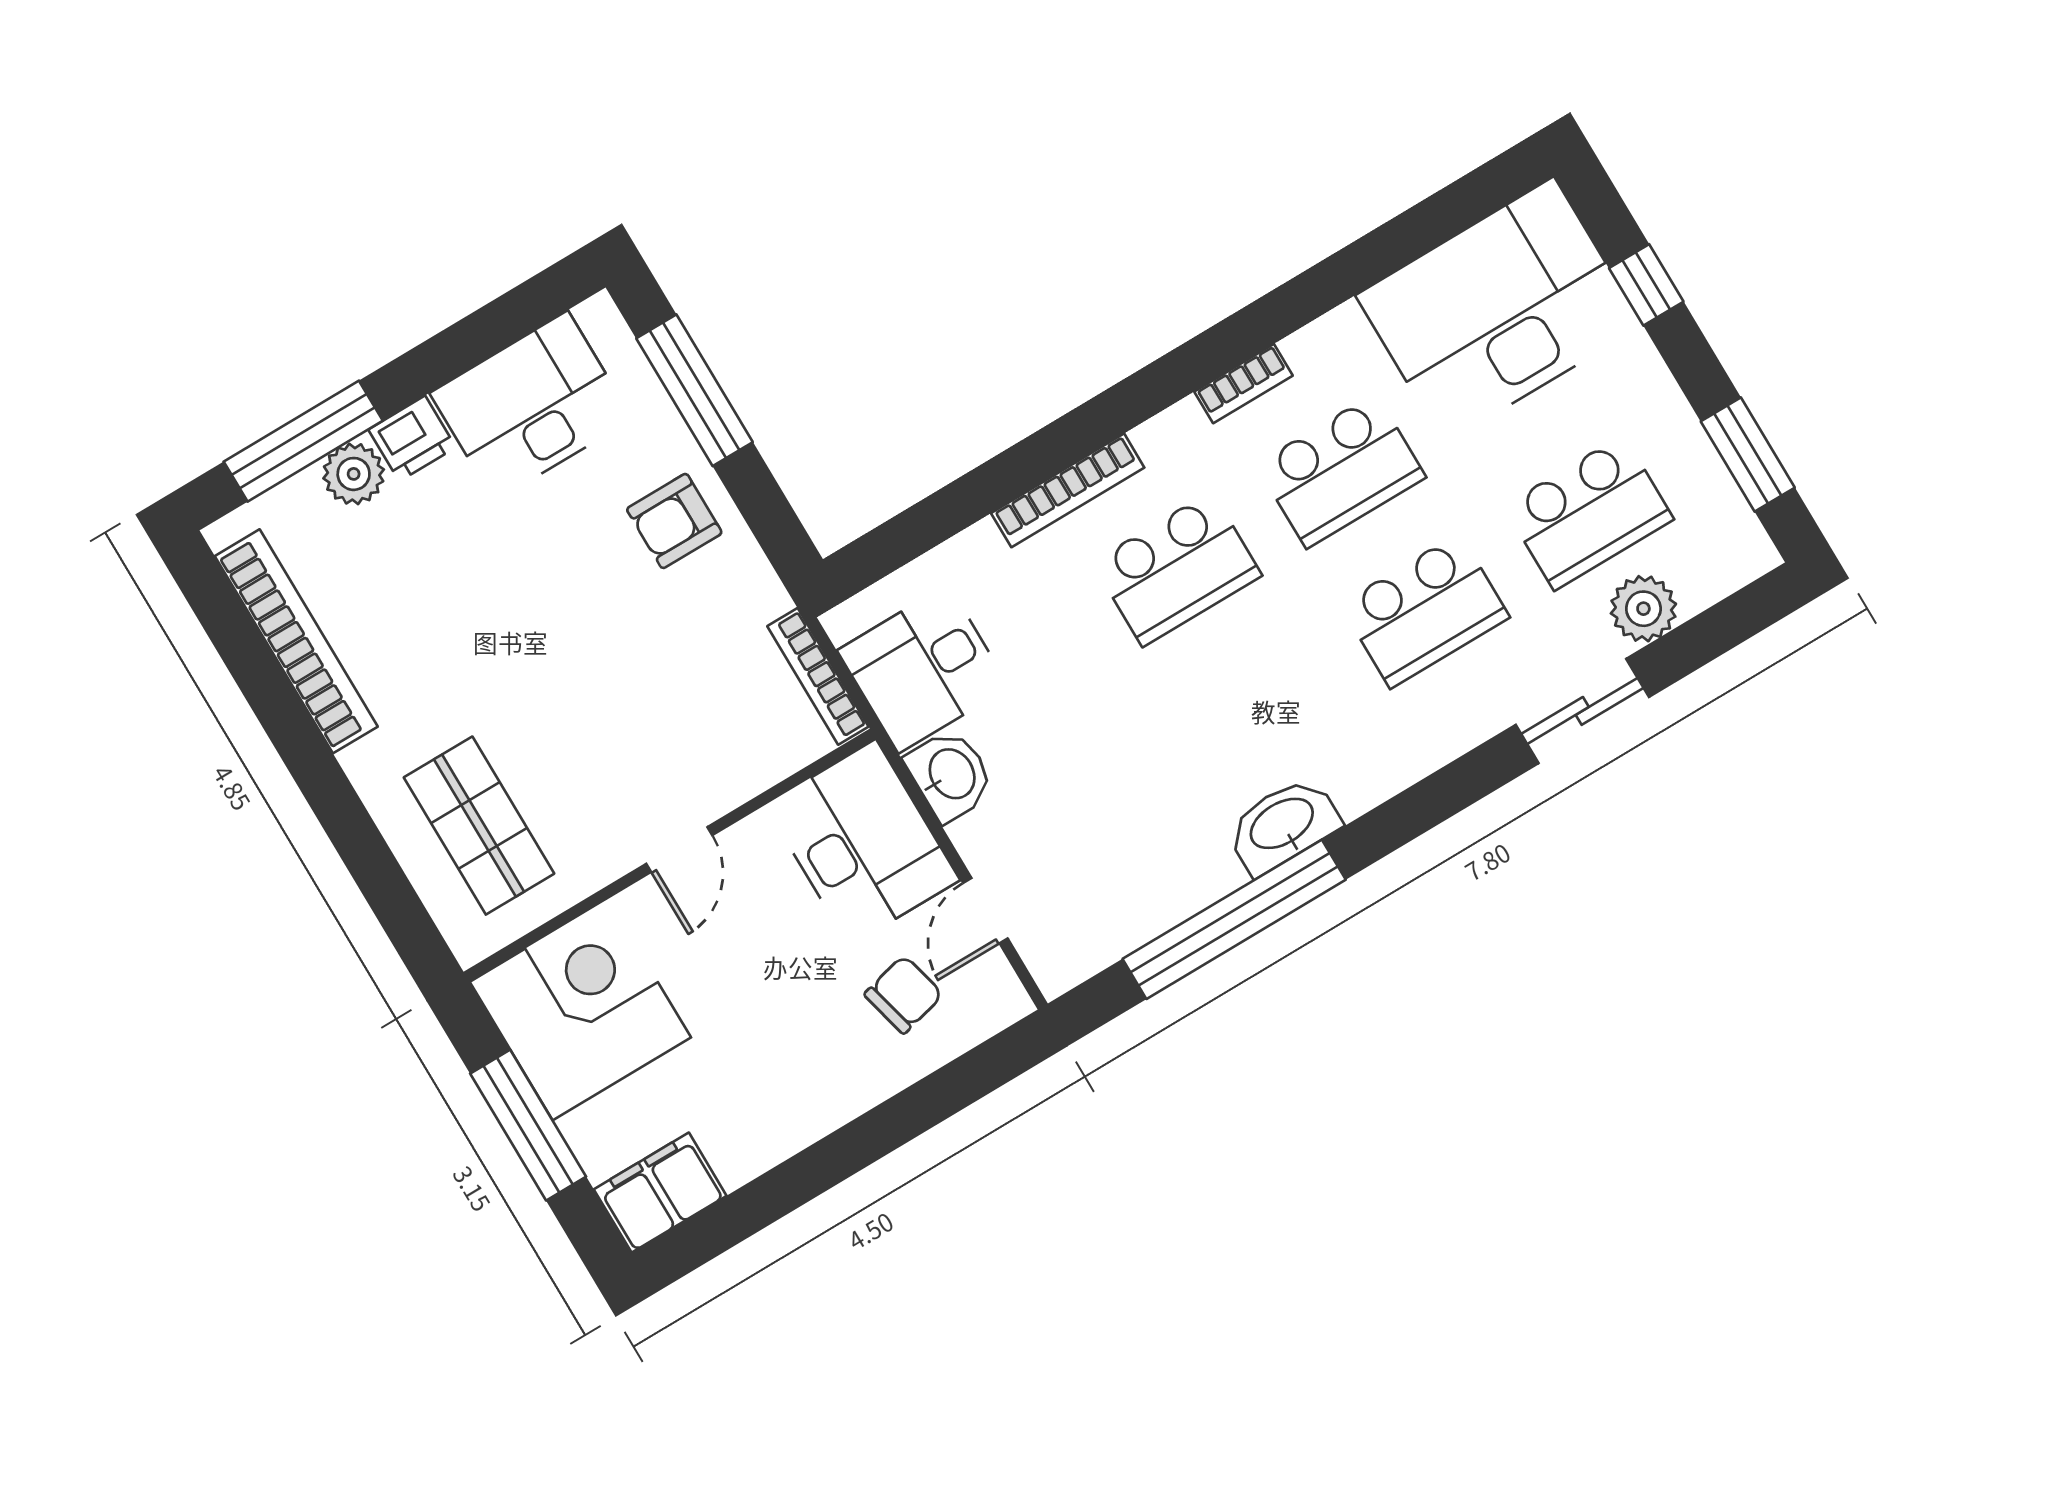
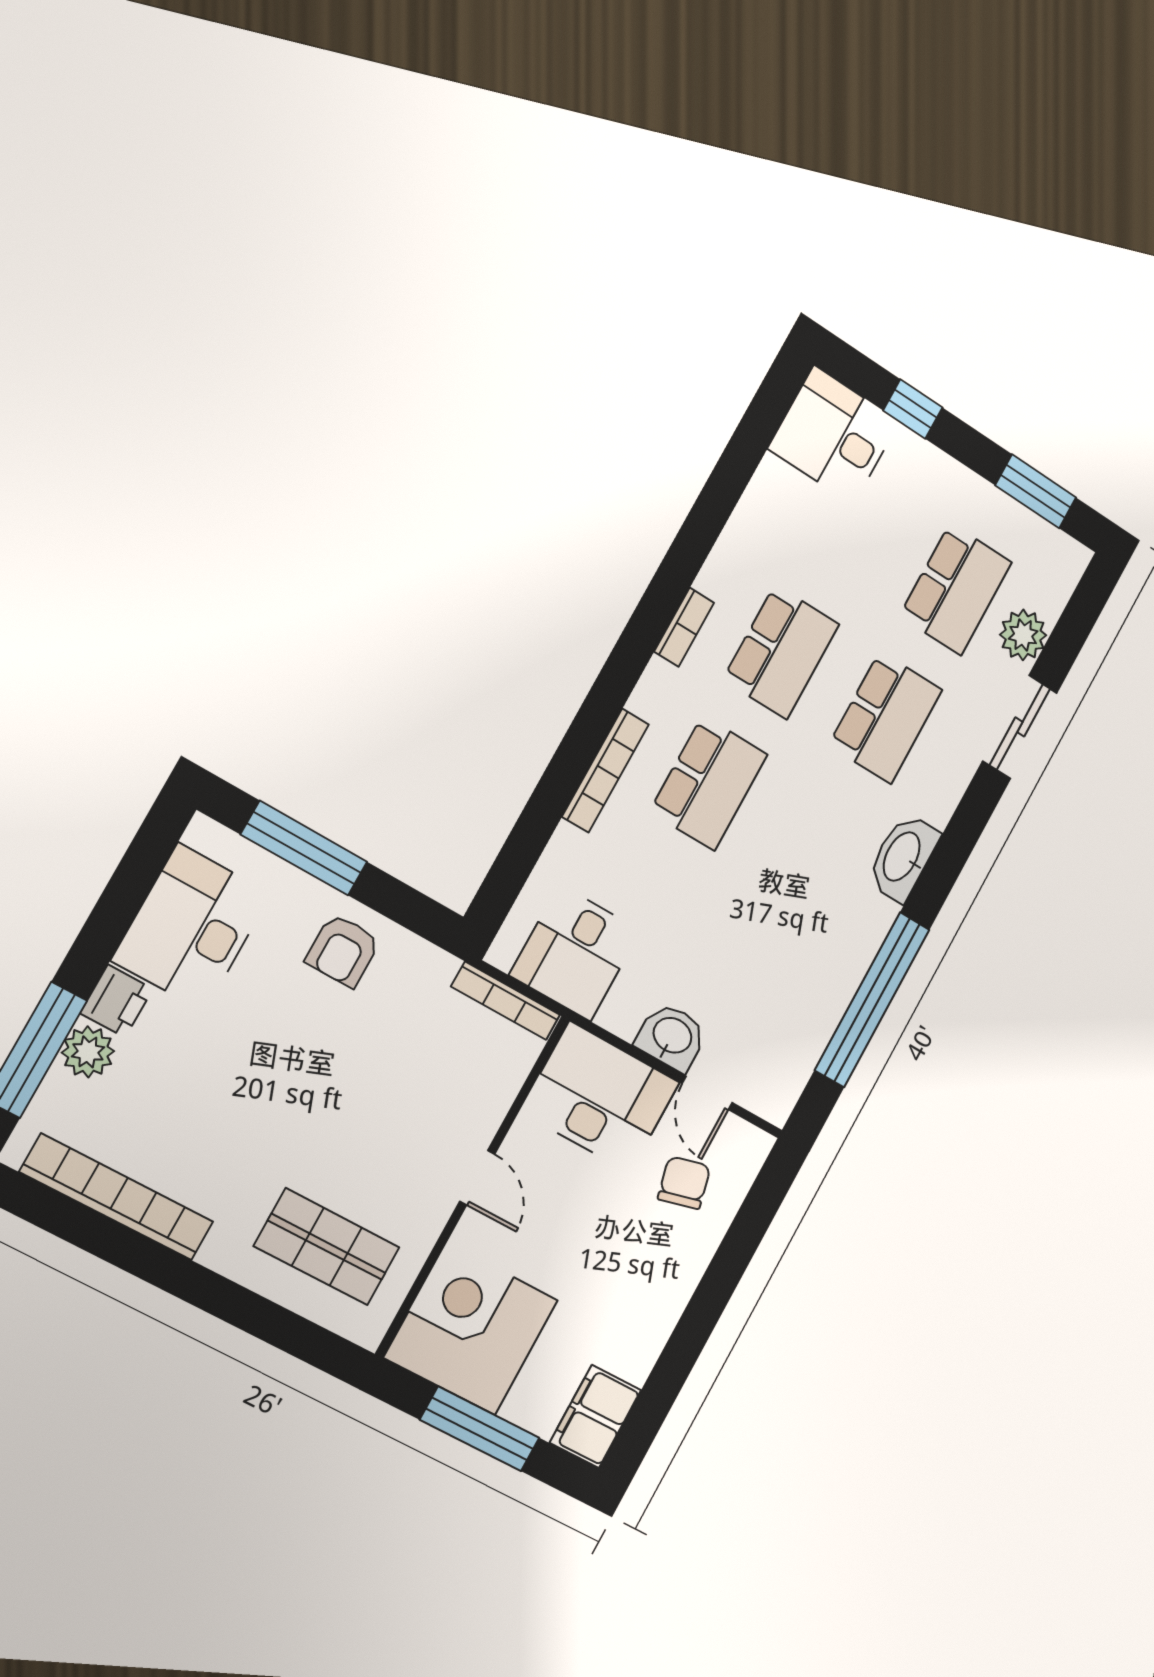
desk: (1499, 310) -> (834, 435), width x0.53, depth x0.77
washbasin: (950, 775) -> (672, 1037), moved
washbasin: (1283, 825) -> (903, 857), moved

